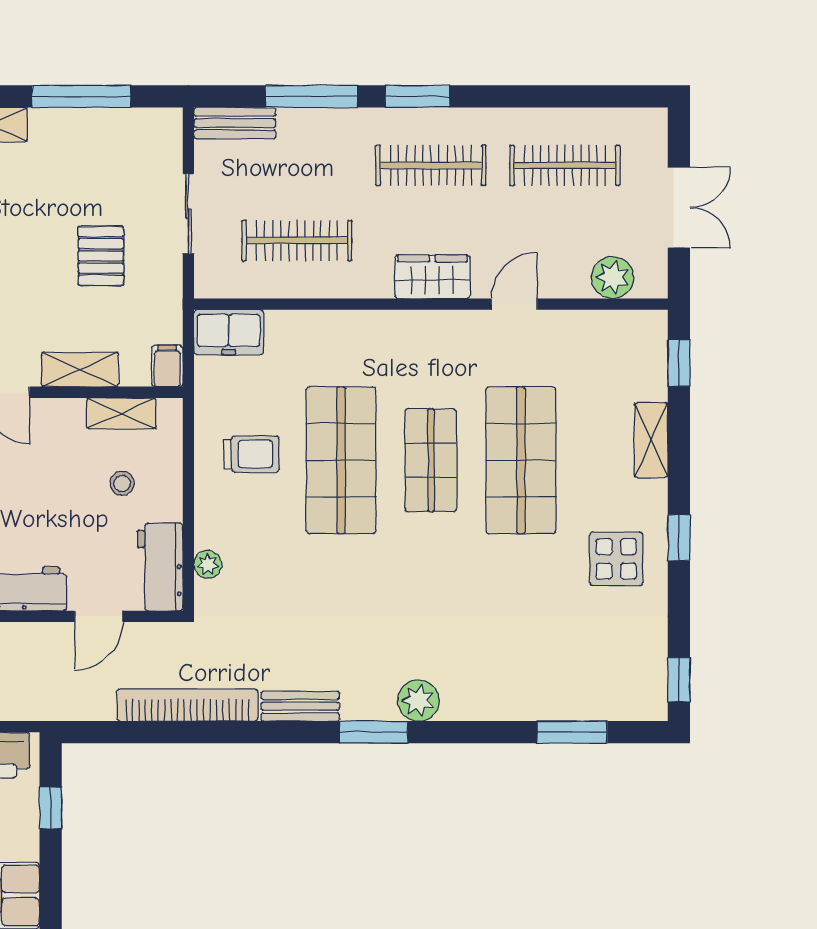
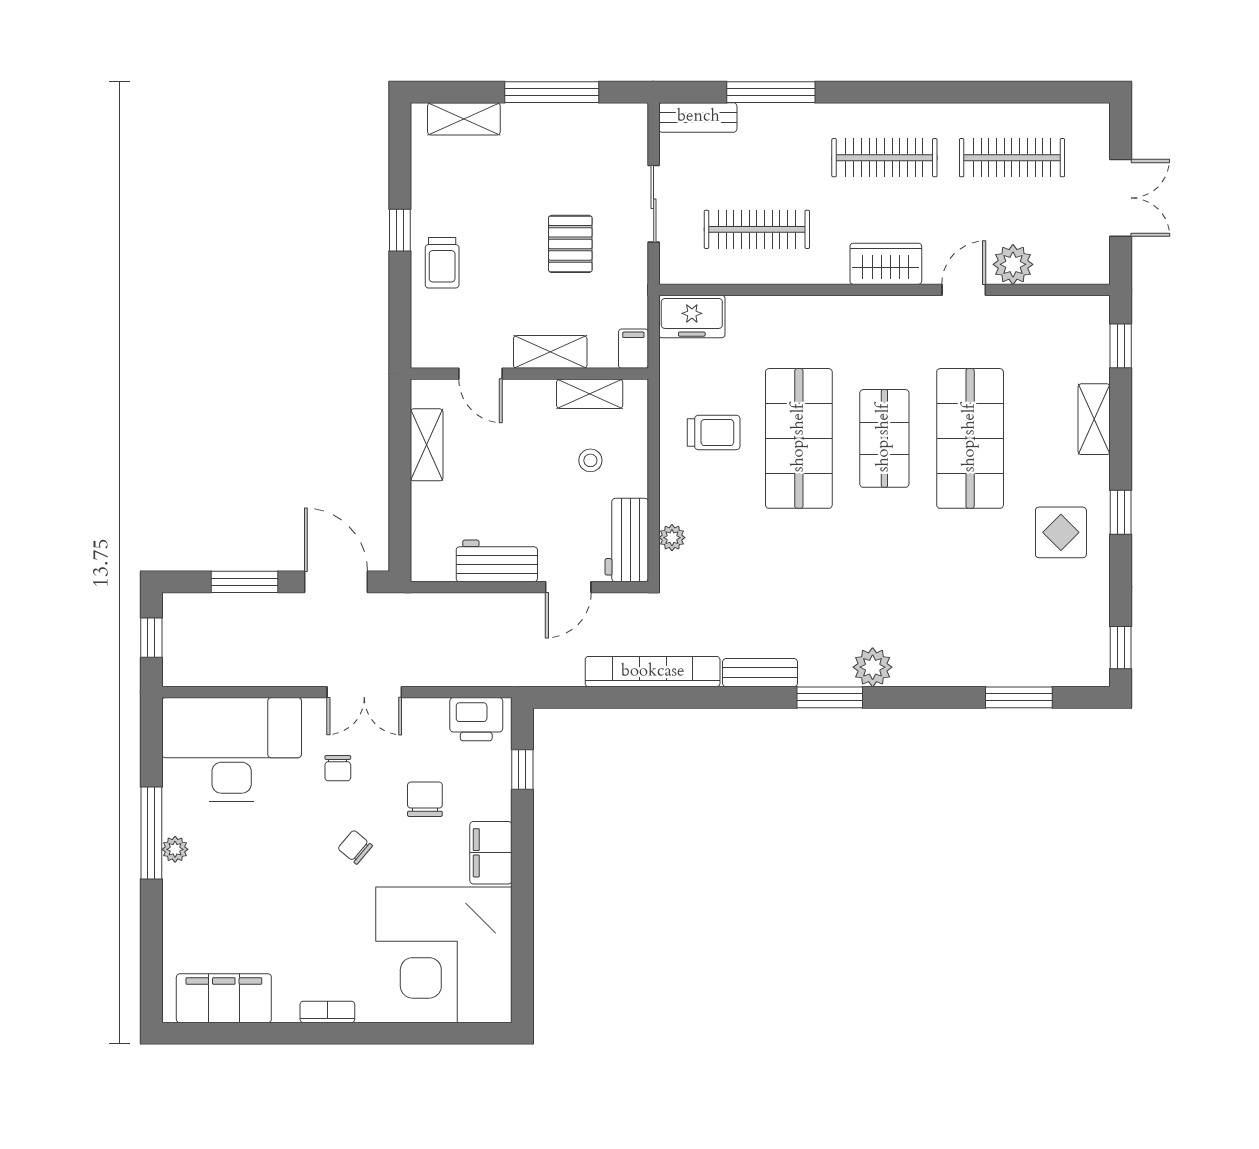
window: (417, 96) -> (872, 92), removed
plant: (612, 277) -> (1013, 264), moved

